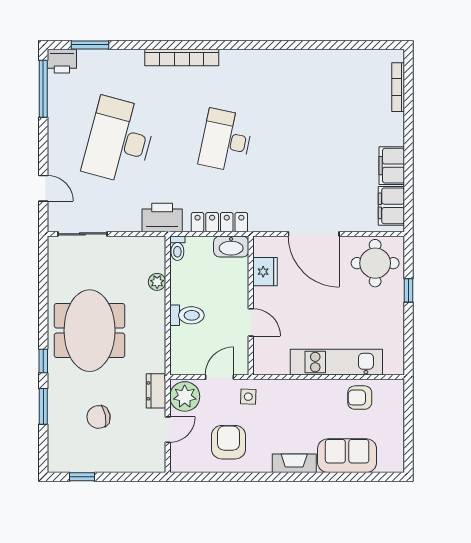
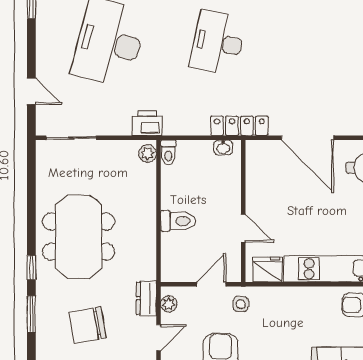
printer: (162, 217) -> (147, 123), width x0.73, depth x0.84
locker: (219, 222) -> (239, 126), moved
washbasin: (231, 247) -> (223, 147), width x0.52, depth x0.69
fridge: (265, 272) -> (268, 270), moved, turned -90
plant: (157, 282) -> (148, 154), moved
plant: (185, 396) -> (169, 304), width x0.53, depth x0.53
chair: (99, 417) -> (88, 325), width x1.37, depth x1.37

